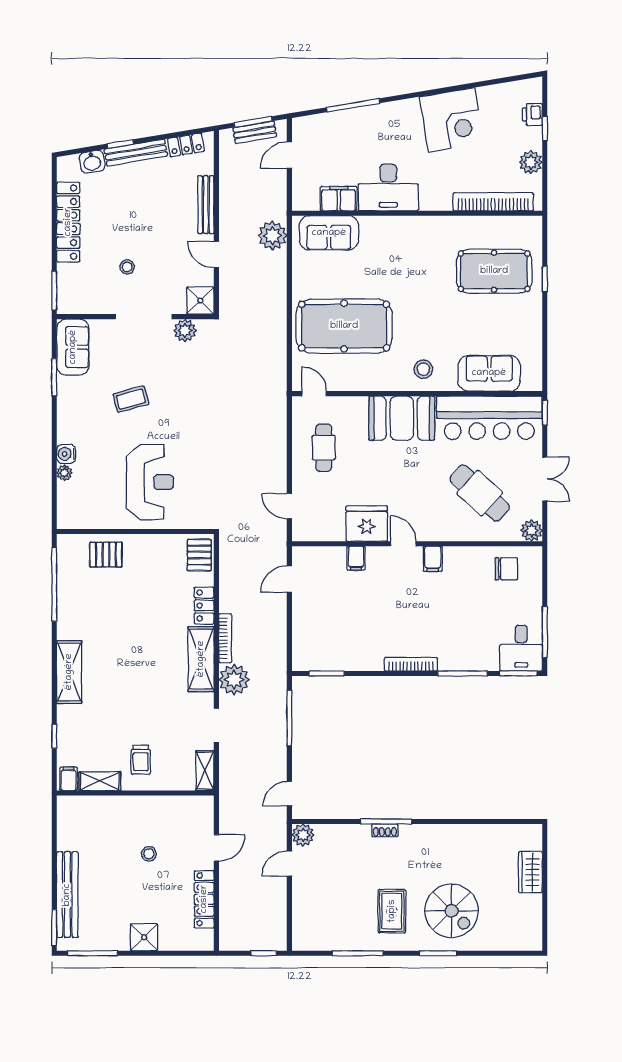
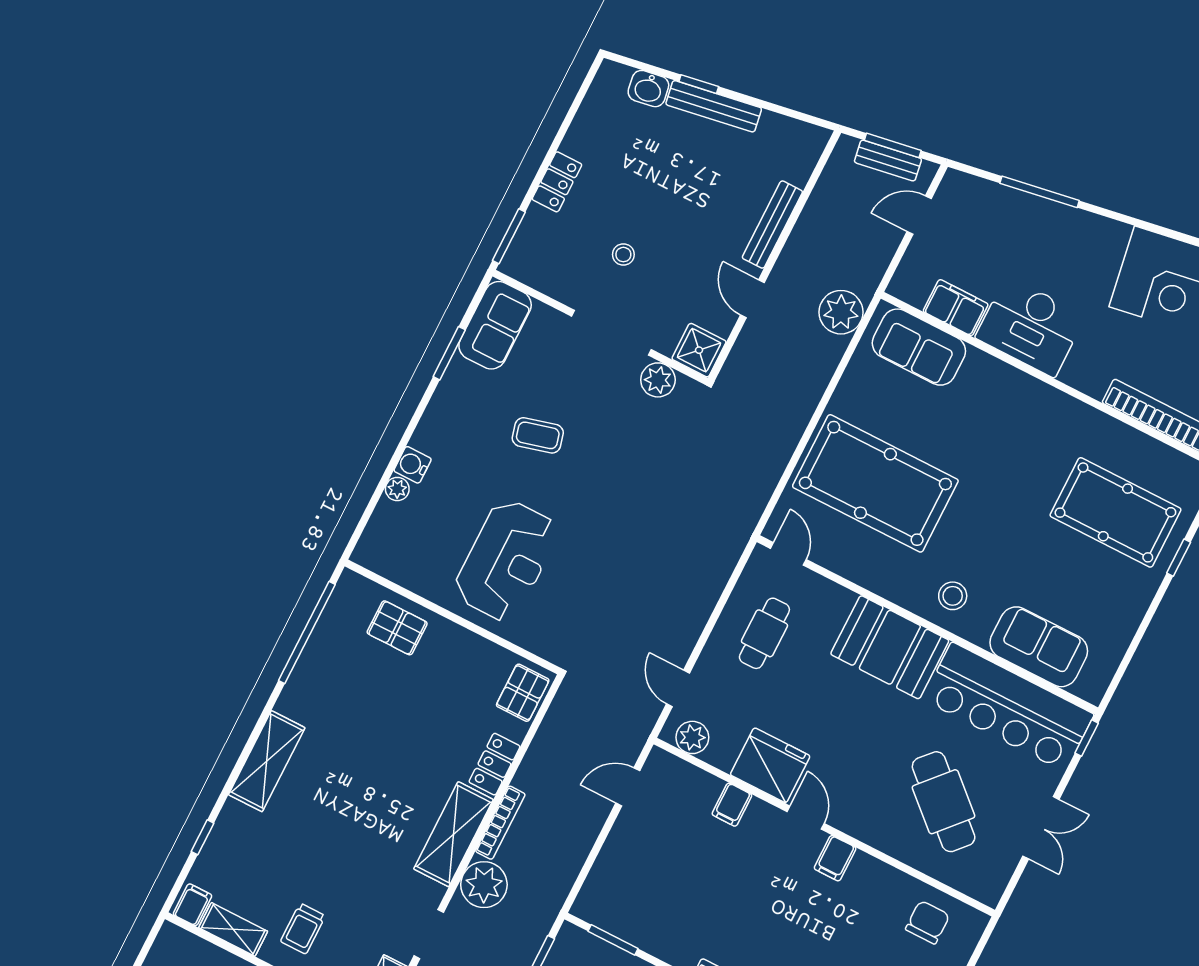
locker: (186, 145) -> (787, 130), removed
locker: (68, 222) -> (557, 182), width x0.46, depth x0.83
plant: (532, 531) -> (692, 737), moved
chair: (506, 569) -> (928, 922), turned -90

